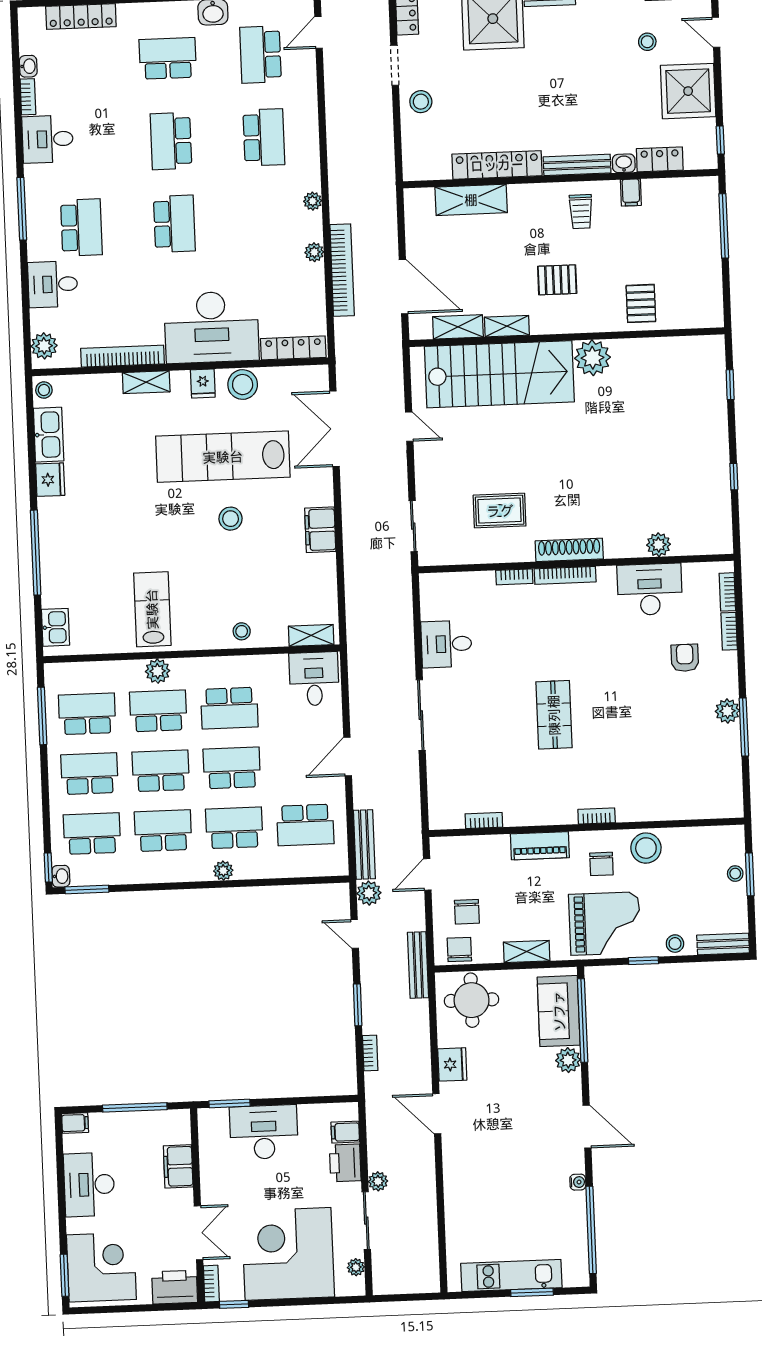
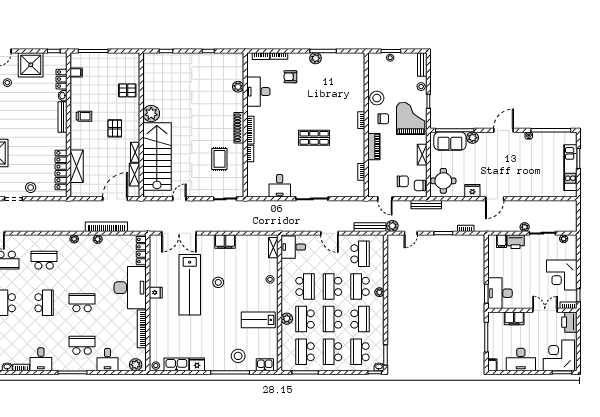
school desk: (171, 141) -> (44, 303), turned -90
locker: (497, 165) -> (61, 170), moved
filing cabinet: (631, 192) -> (76, 72), moved
shelving: (146, 382) -> (154, 319), removed
stool: (243, 385) -> (238, 356), moved
school desk: (163, 831) -> (360, 319), turned 180
desk: (264, 1132) -> (500, 293), moved
corner desk: (288, 1254) -> (562, 275), width x0.74, depth x0.74

